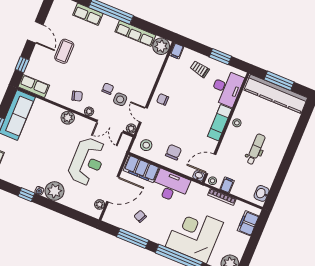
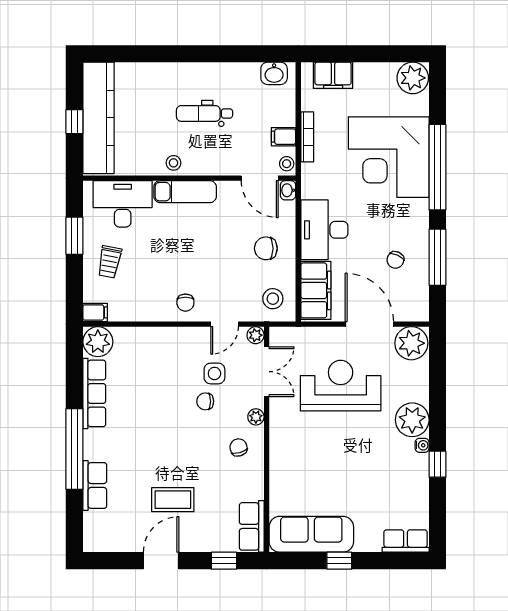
window: (279, 81) -> (74, 122), width x0.46
plant: (68, 118) -> (281, 448), removed
plant: (100, 204) -> (411, 343), width x1.88, depth x1.88

